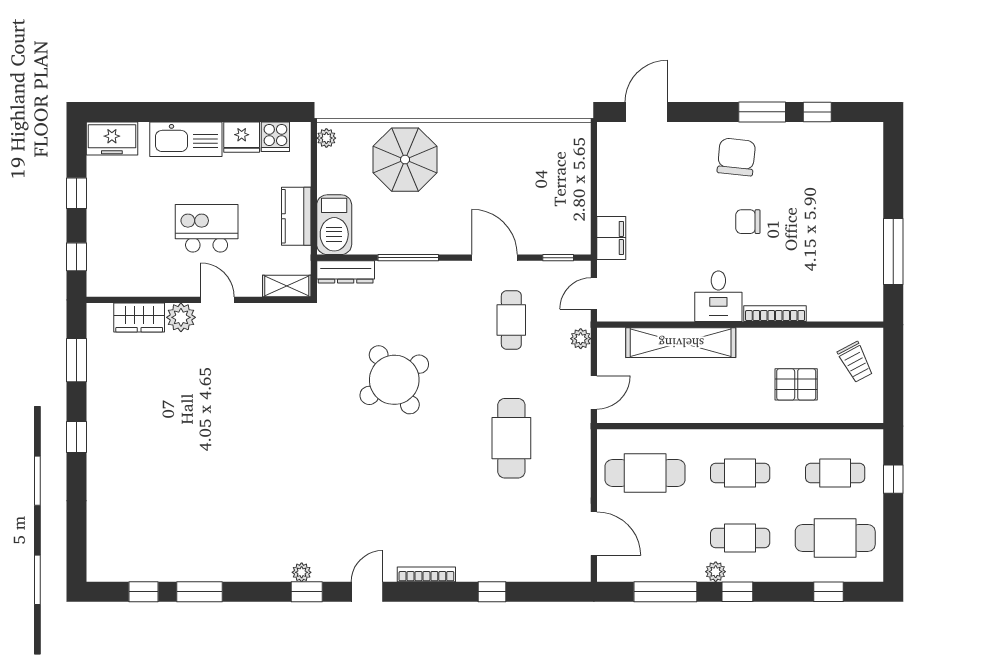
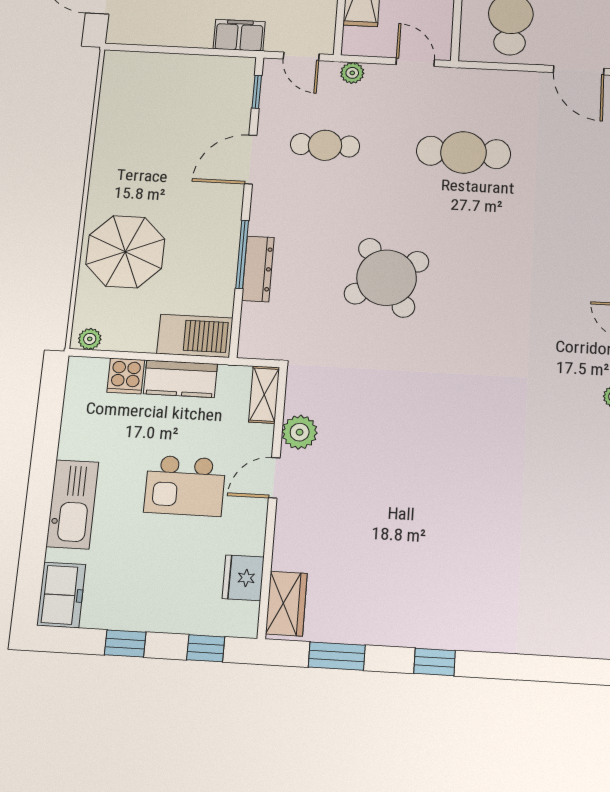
fridge: (242, 137) -> (243, 578), moved, turned 180
cooker: (275, 137) -> (126, 376), moved, turned 90
kitchen island: (207, 228) -> (185, 486), turned -90
dresser: (346, 272) -> (258, 269), moved
wardrobe: (139, 317) -> (286, 604), moved
plant: (181, 317) -> (300, 432), moved
door: (594, 534) -> (579, 70), swing flipped

